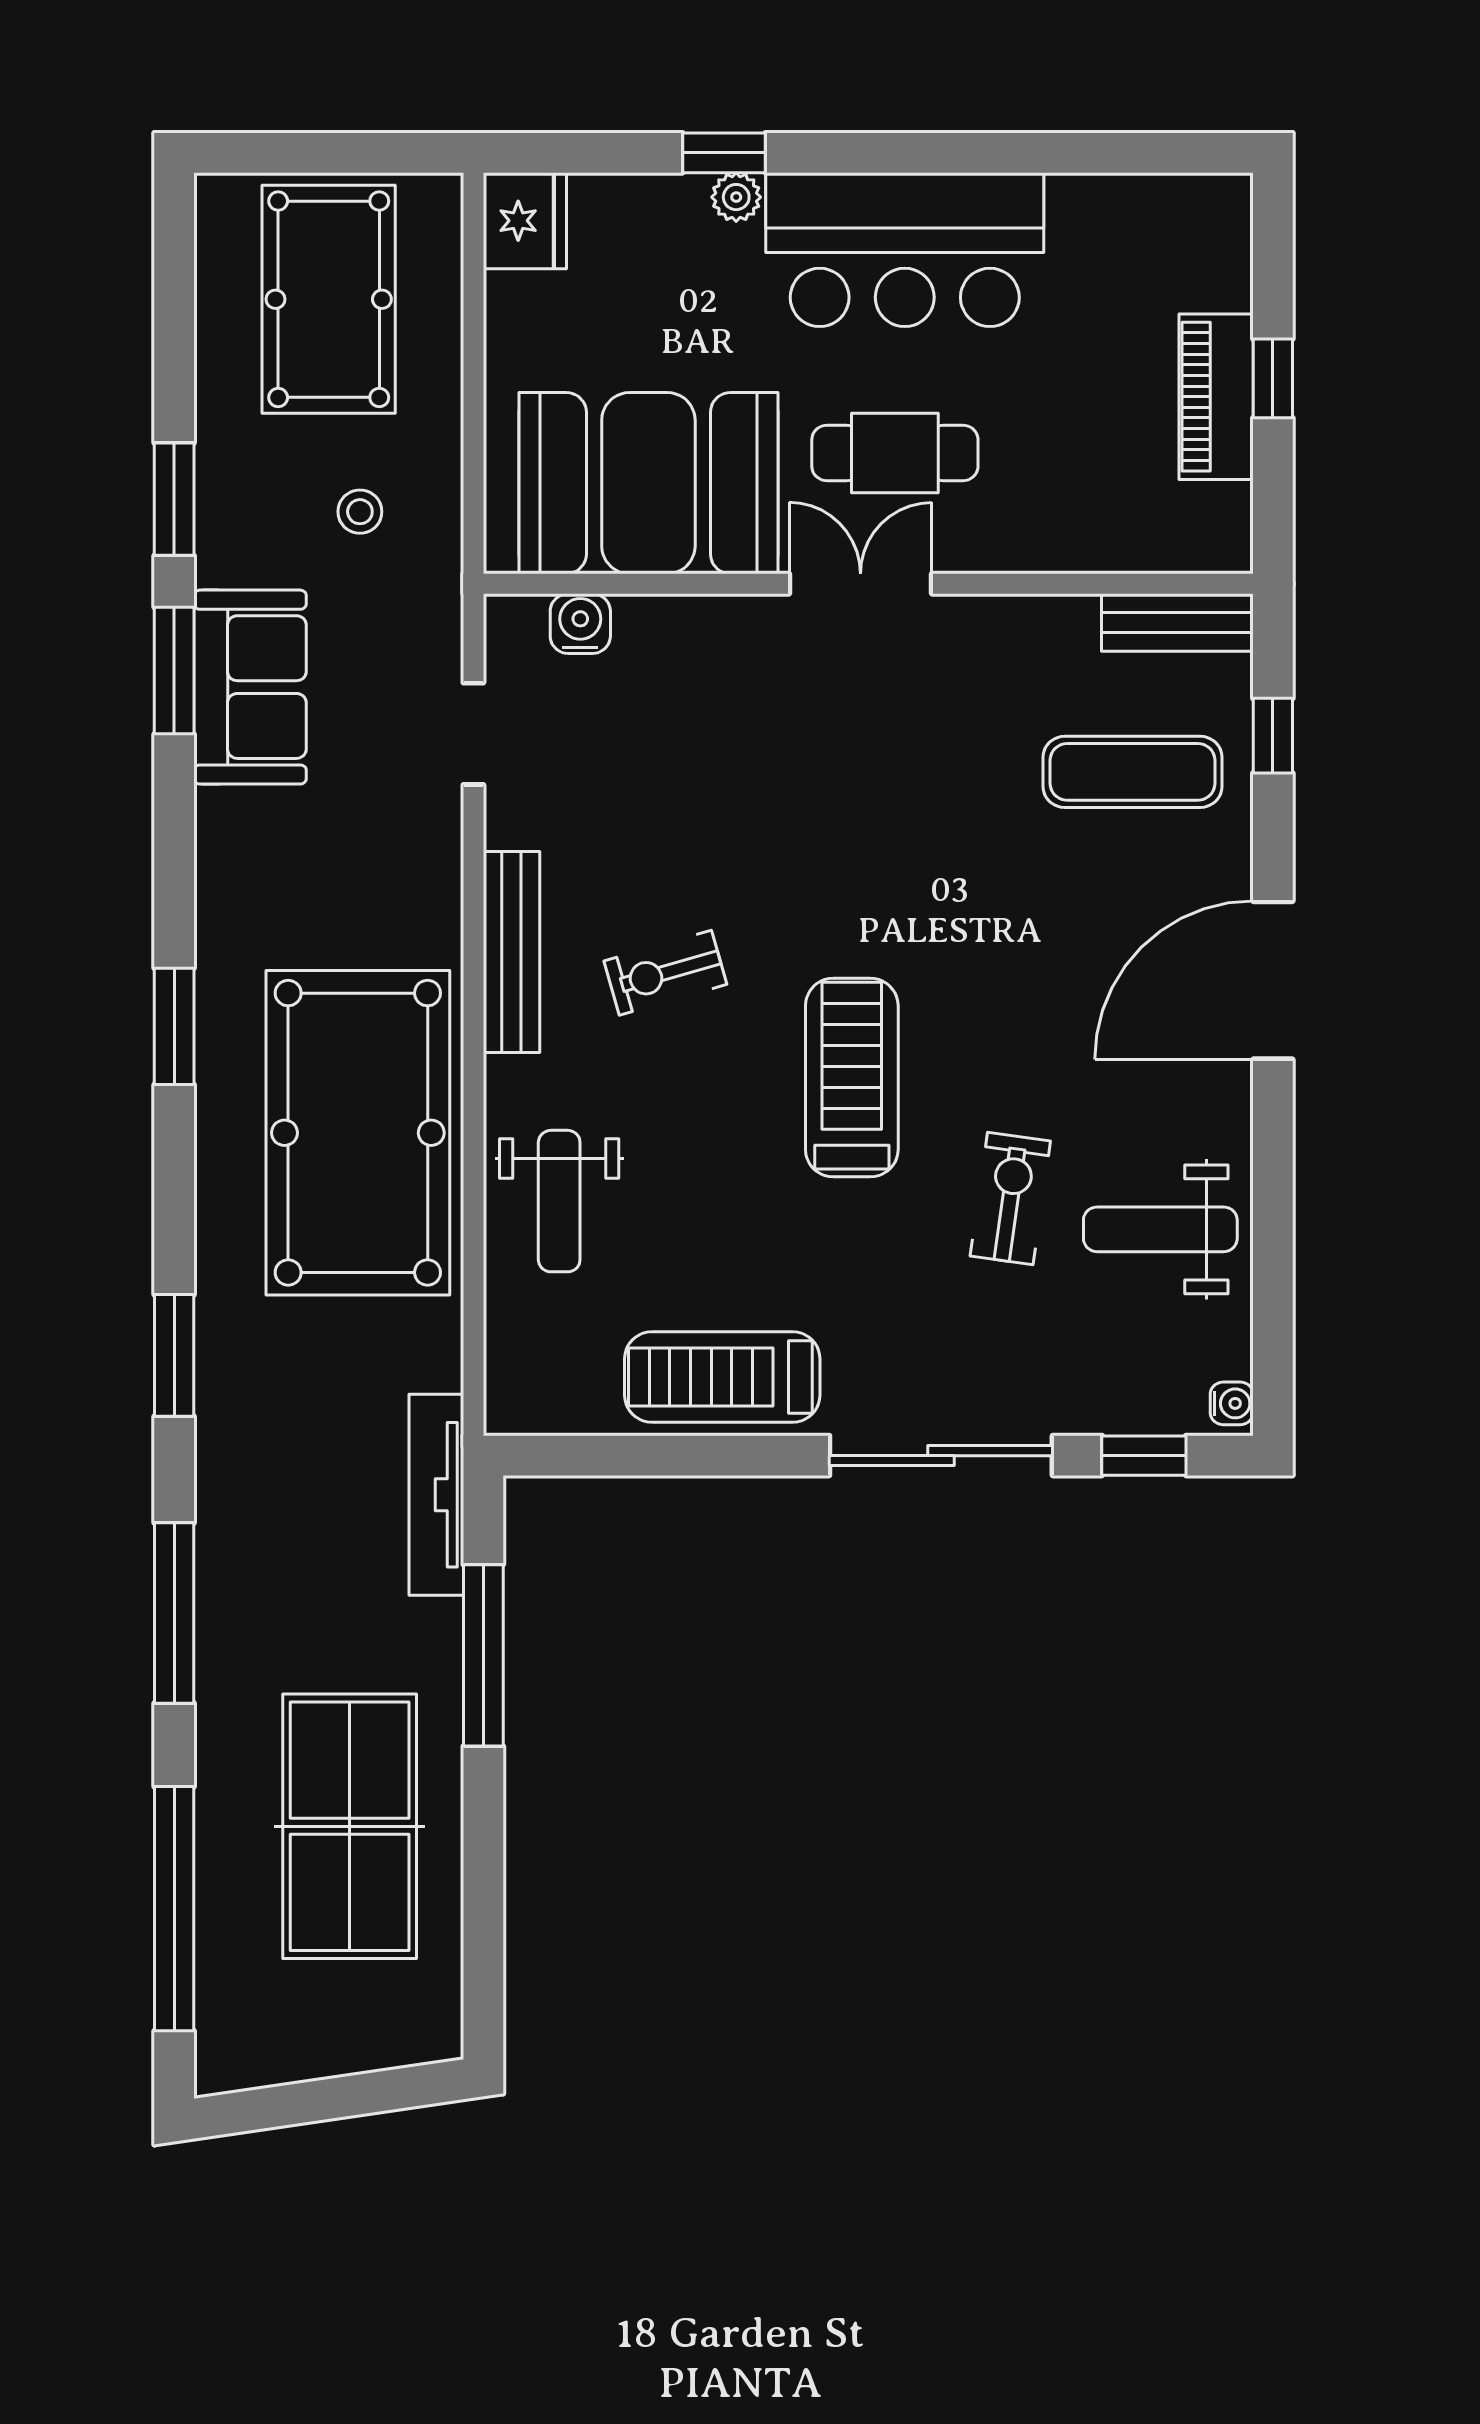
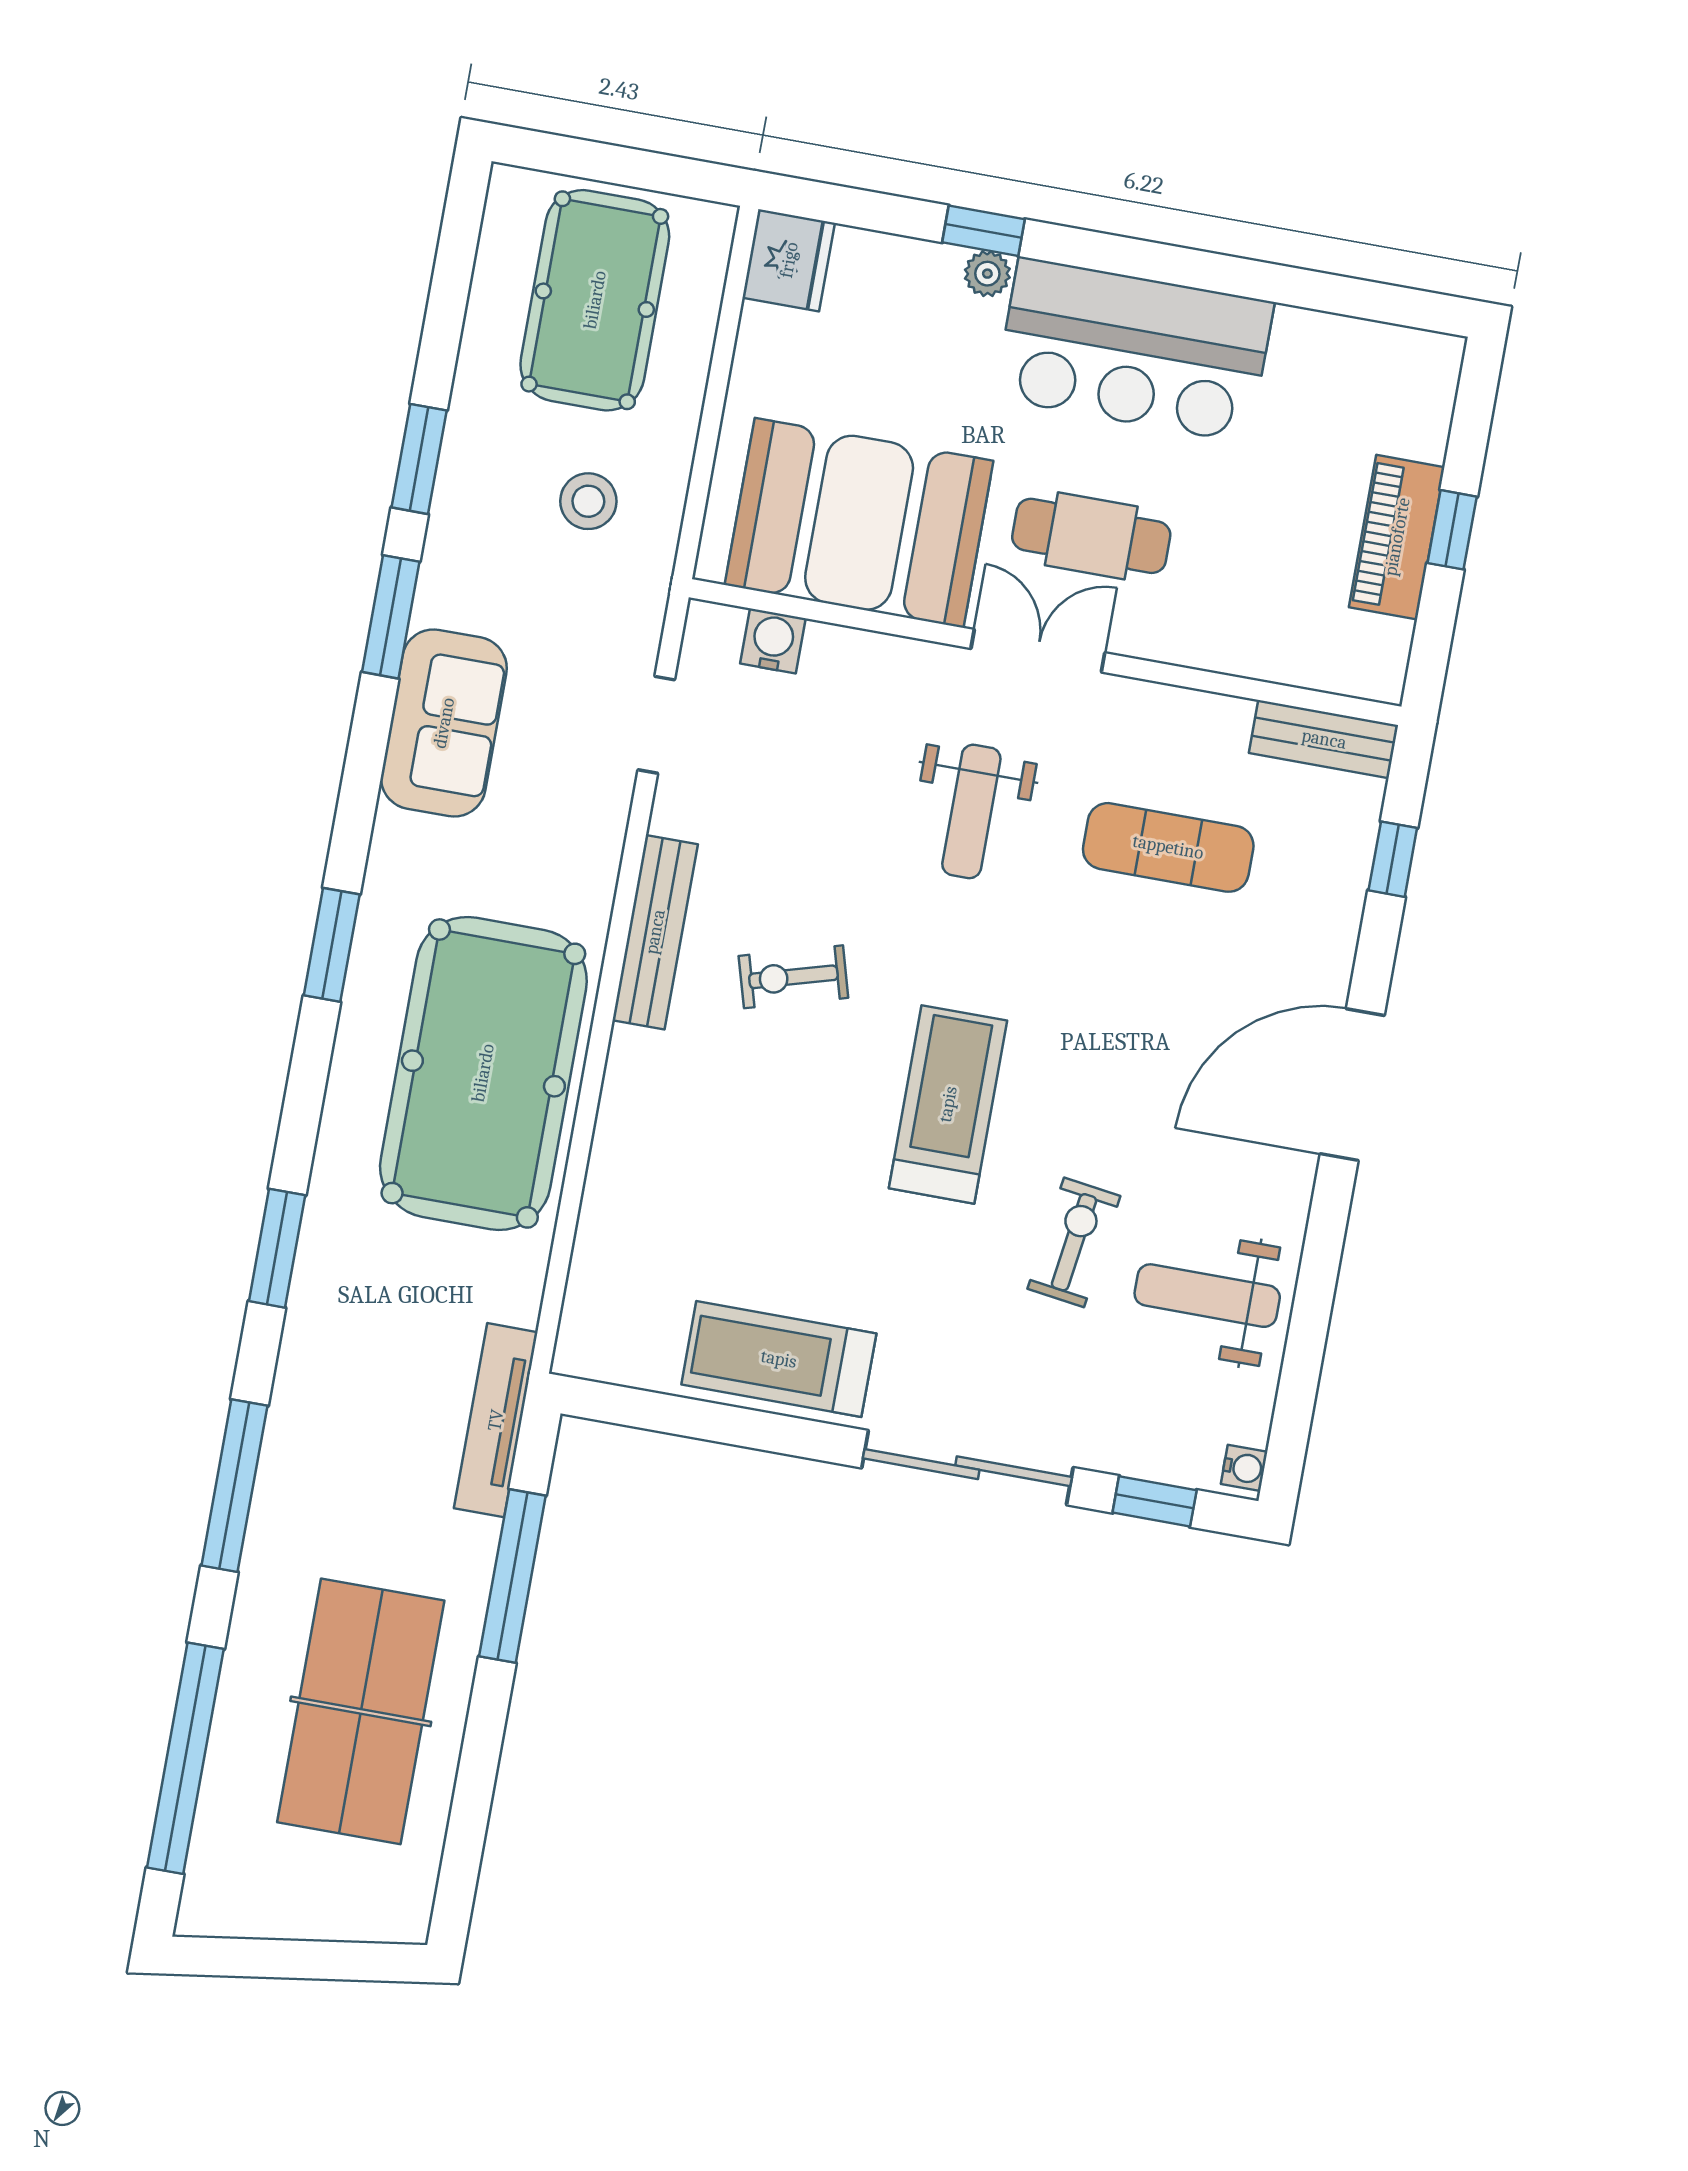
stool: (360, 512) -> (588, 501), width x1.37, depth x1.37
sofa: (250, 687) -> (444, 723), moved
exercise mat: (1132, 772) -> (1168, 847), moved
weight bench: (559, 1201) -> (971, 811), moved

